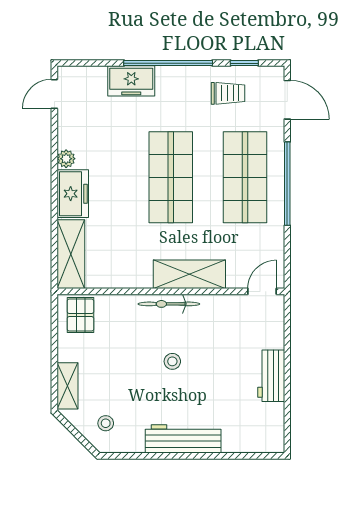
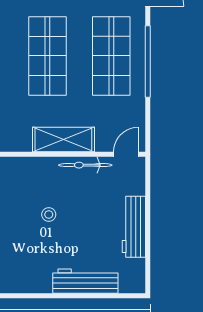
bicycle: (169, 304) -> (85, 165), moved
workbench: (271, 376) -> (134, 227), width x1.37
workbench: (183, 439) -> (85, 281), moved

